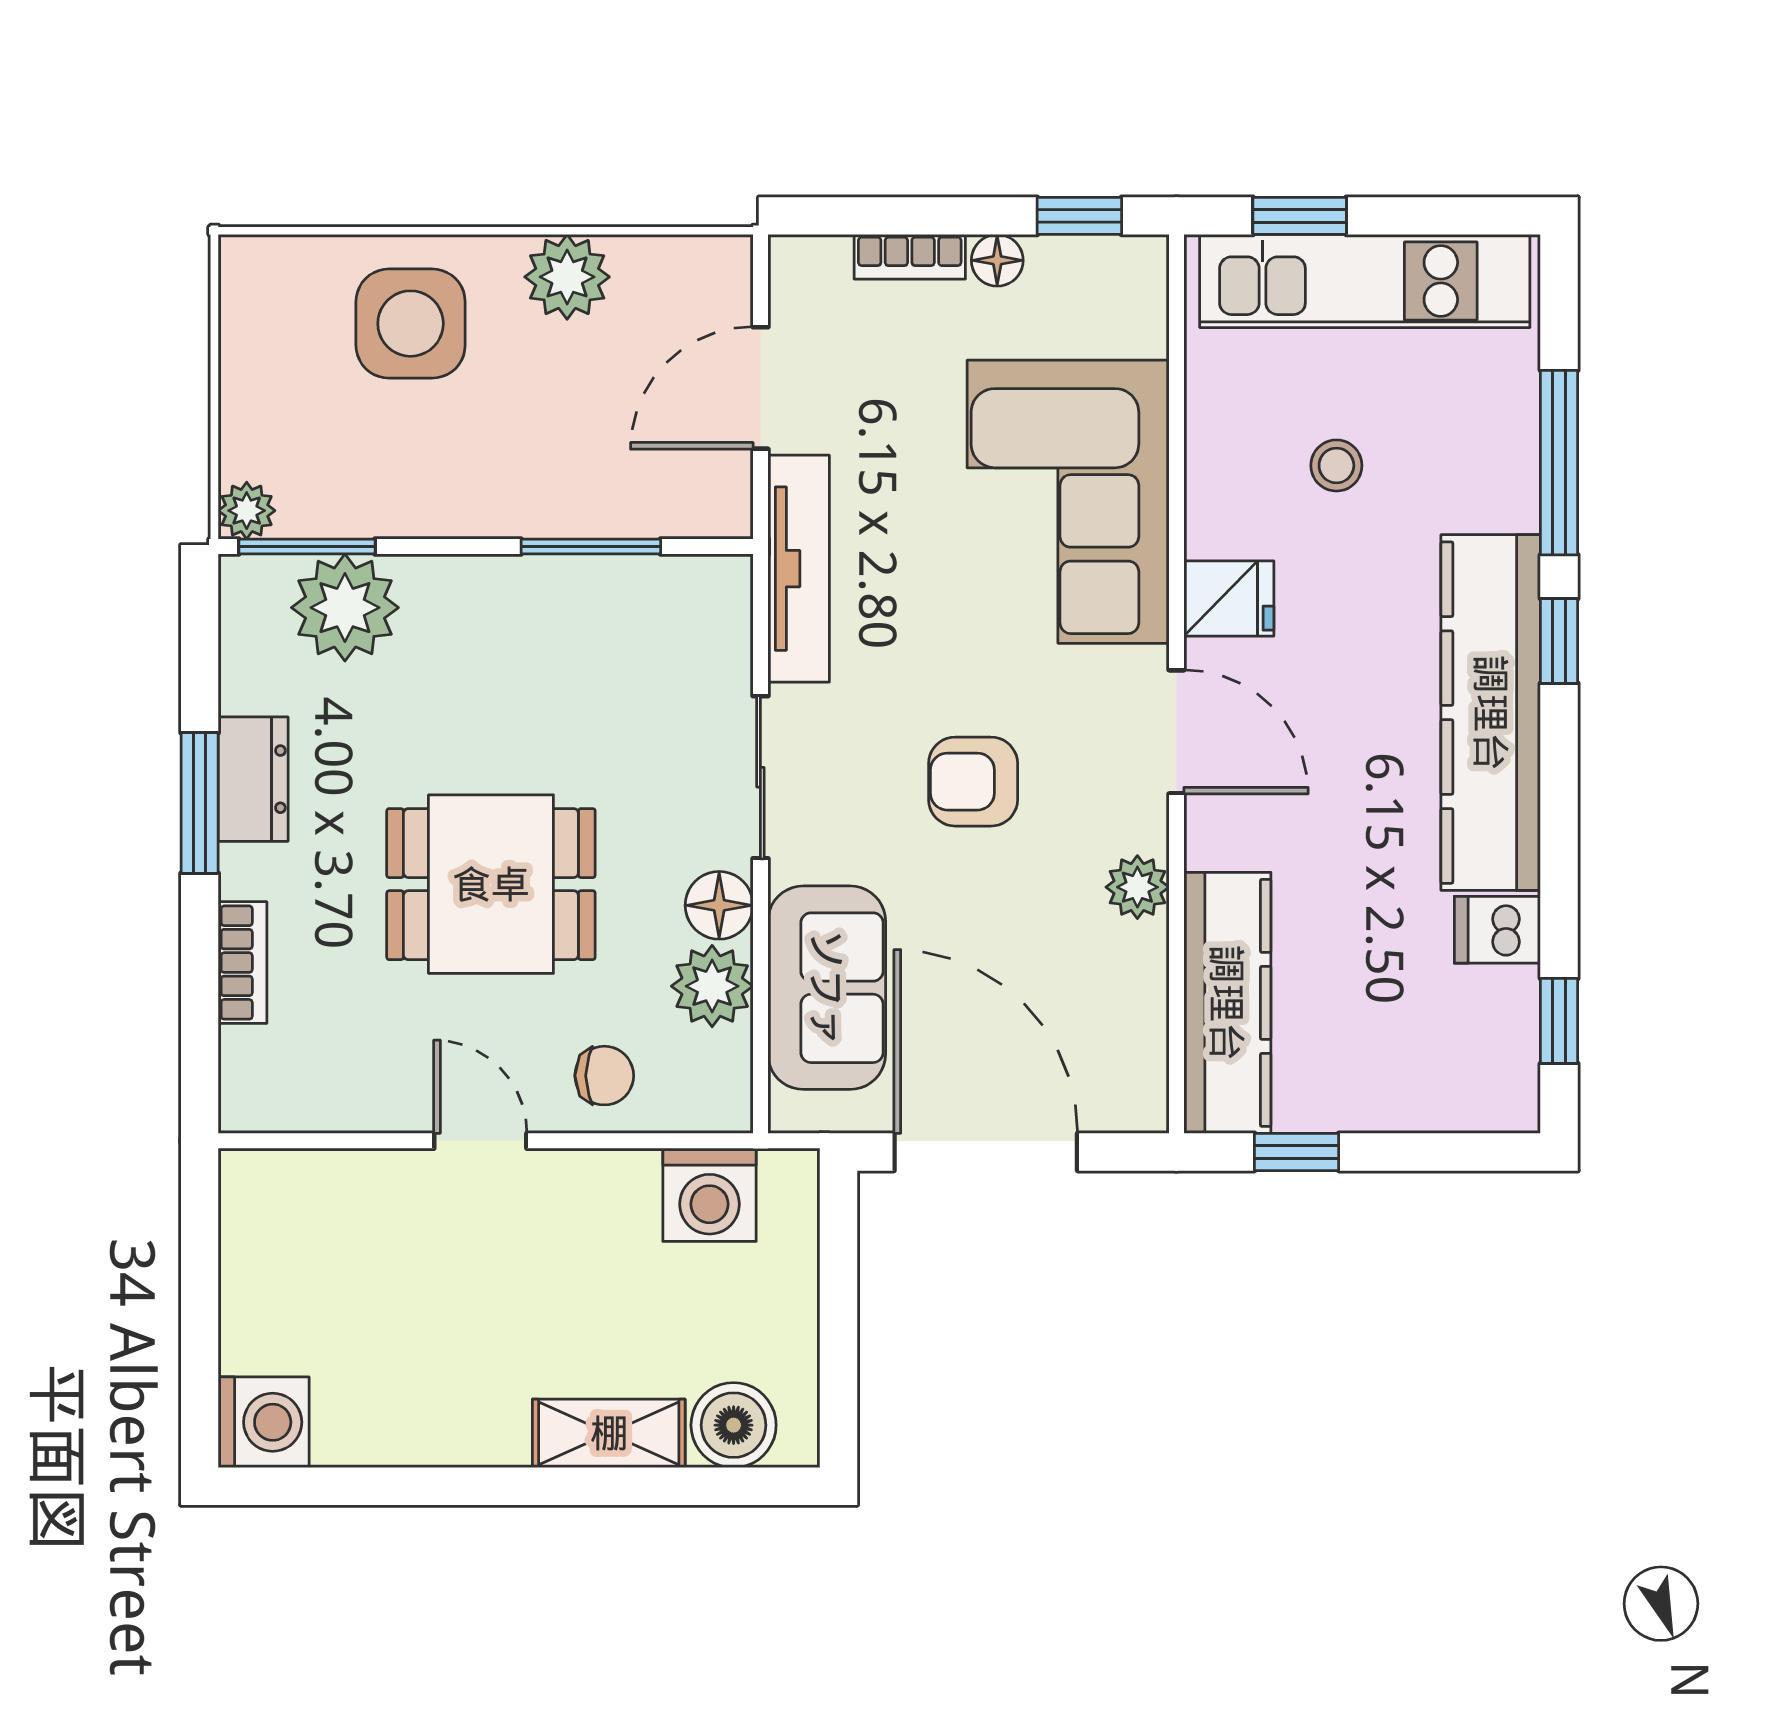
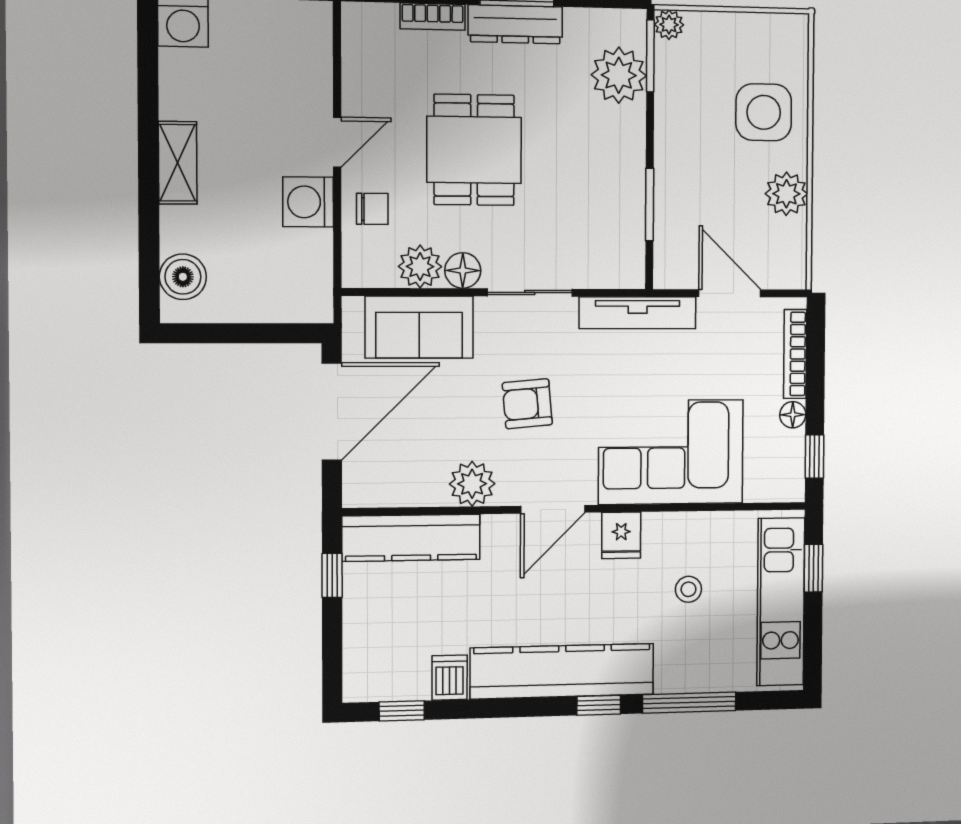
bookcase: (910, 257) -> (795, 354), width x1.56
dresser: (253, 779) -> (515, 24), width x1.44
armchair: (973, 782) -> (527, 404), turned -95
plant: (1137, 887) -> (472, 484), width x1.38, depth x1.38
chair: (604, 1076) -> (372, 209), turned -90
washing machine: (710, 1195) -> (308, 202), moved
shelving: (609, 1433) -> (178, 163), moved

